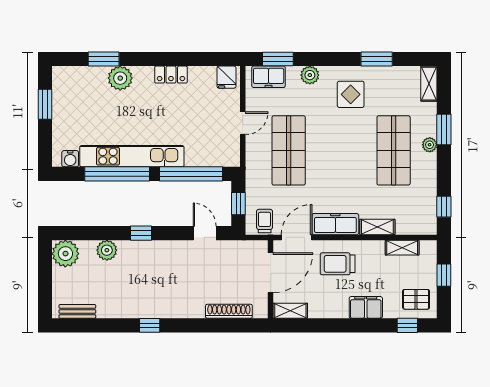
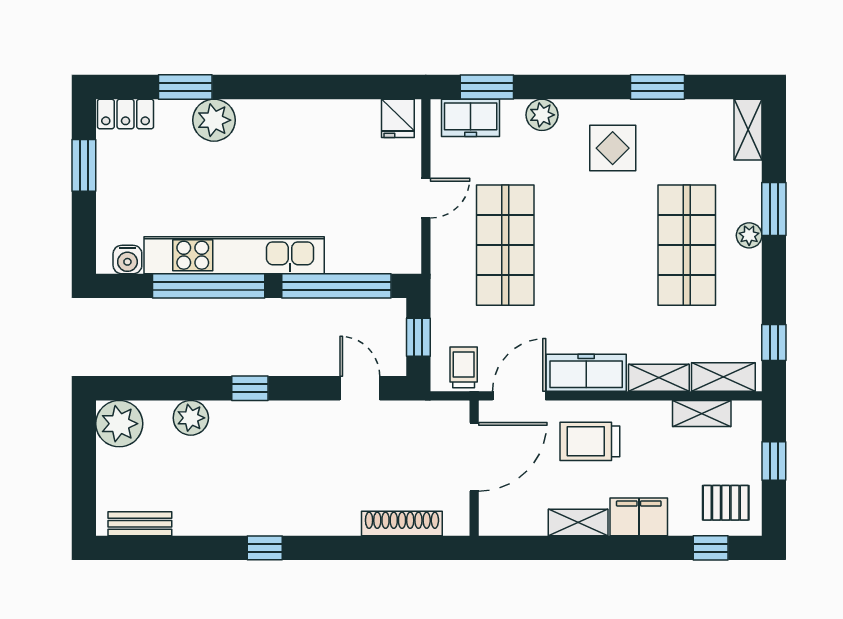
locker: (171, 75) -> (125, 114), moved
shelving: (415, 227) -> (723, 377), added
shelving: (290, 311) -> (578, 523), moved

